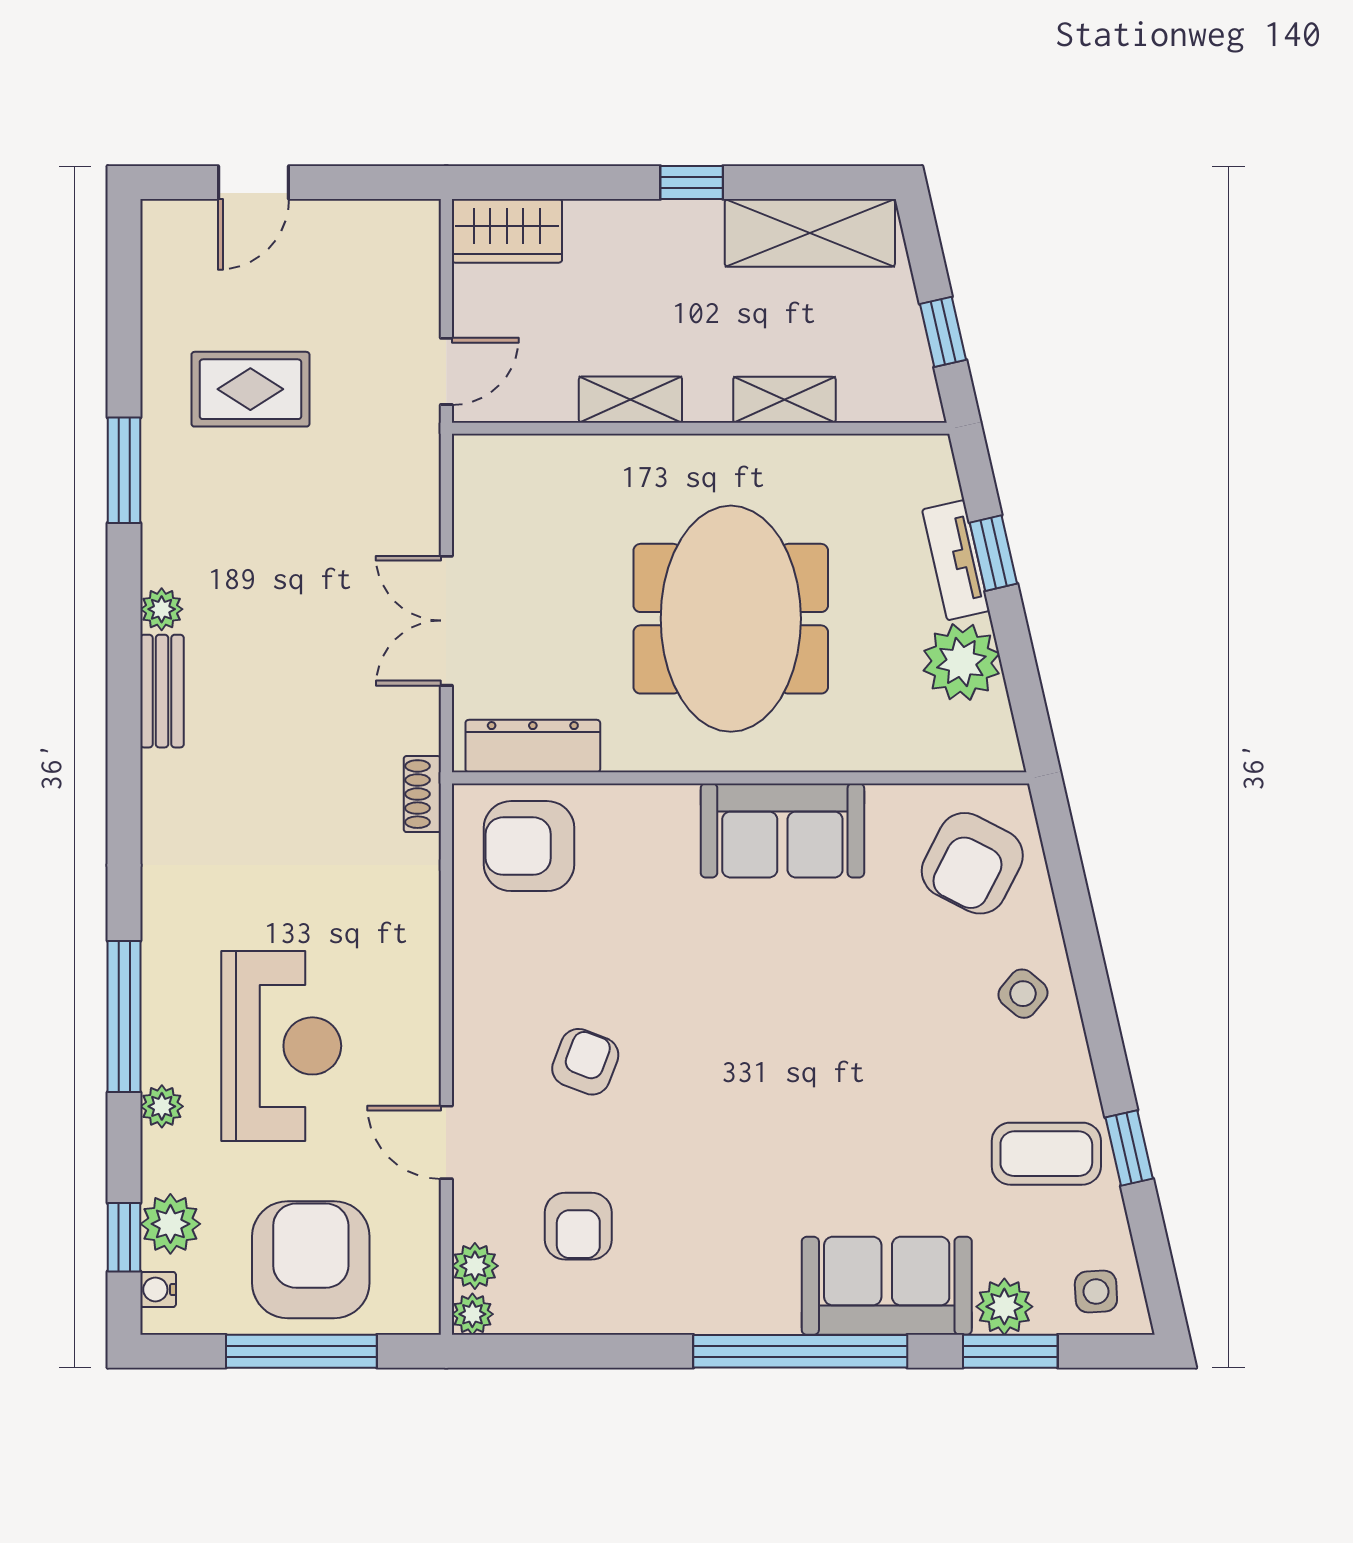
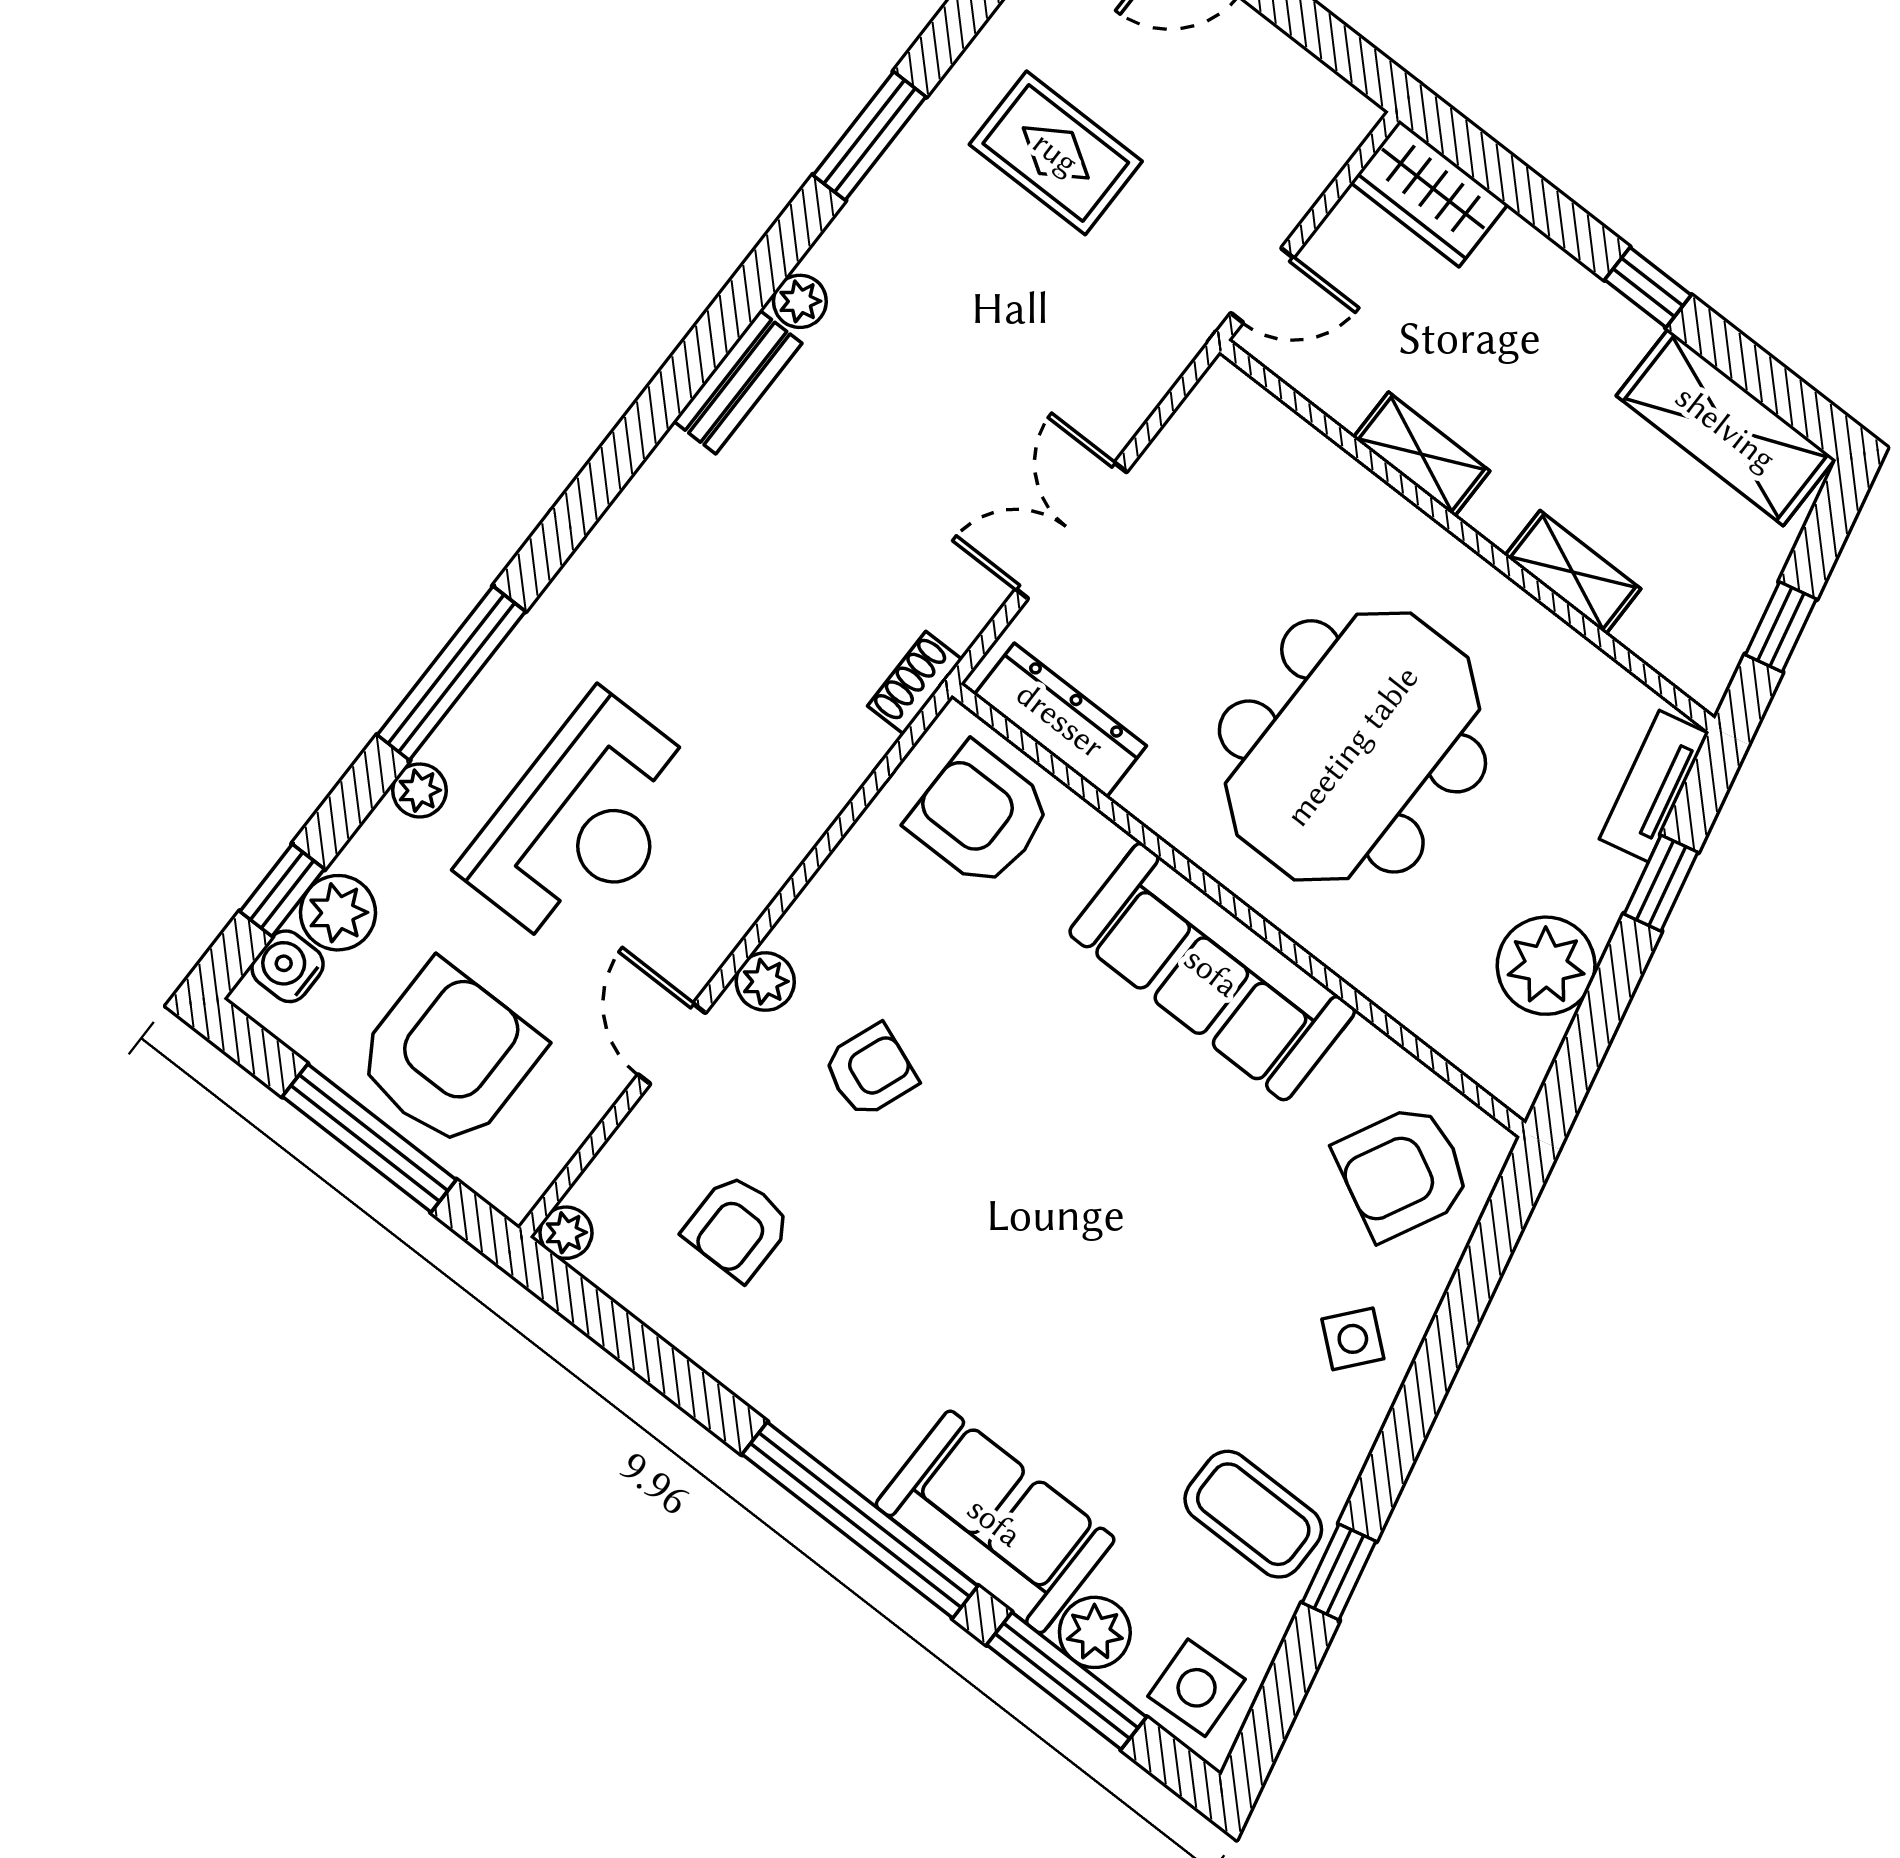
tv unit: (956, 560) -> (1654, 786), moved
sofa: (782, 830) -> (1212, 972), width x1.36
plant: (475, 1266) -> (765, 982), moved
water cooler: (158, 1289) -> (288, 966), width x1.38, depth x1.38
side table: (1096, 1292) -> (1197, 1688), width x1.37, depth x1.37
window: (1010, 1351) -> (1067, 1681), width x1.44

